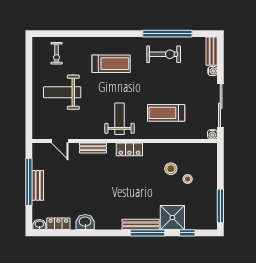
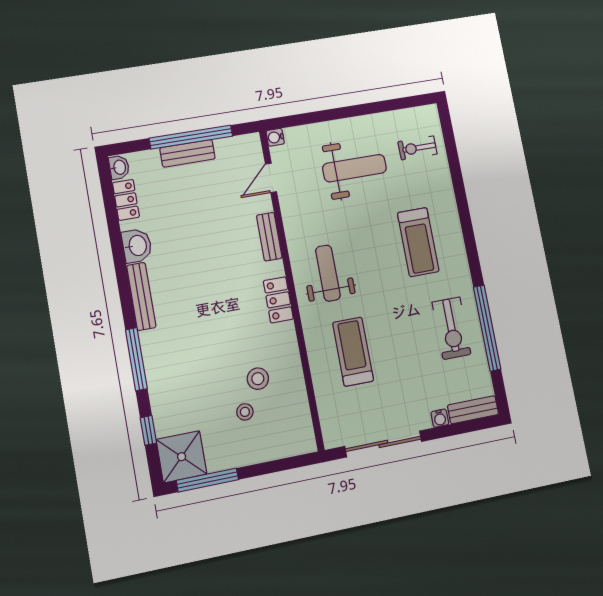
weight bench: (62, 92) -> (355, 168), turned 90
weight bench: (119, 119) -> (328, 273), turned -90
water cooler: (212, 134) -> (275, 137), moved
shower: (172, 218) -> (182, 457), moved
bench: (141, 224) -> (141, 296), moved

